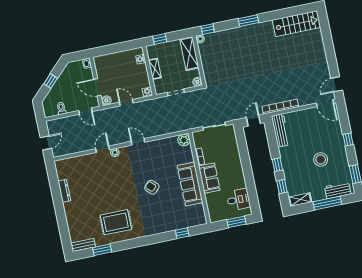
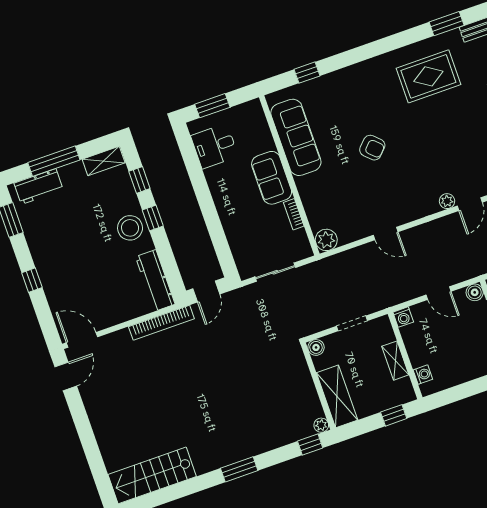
door: (138, 142) -> (386, 233), moved
stool: (321, 159) -> (130, 228), moved
sofa: (190, 184) -> (296, 137), moved

